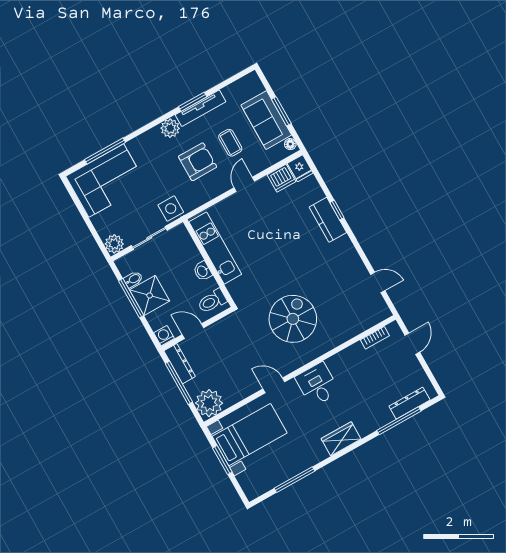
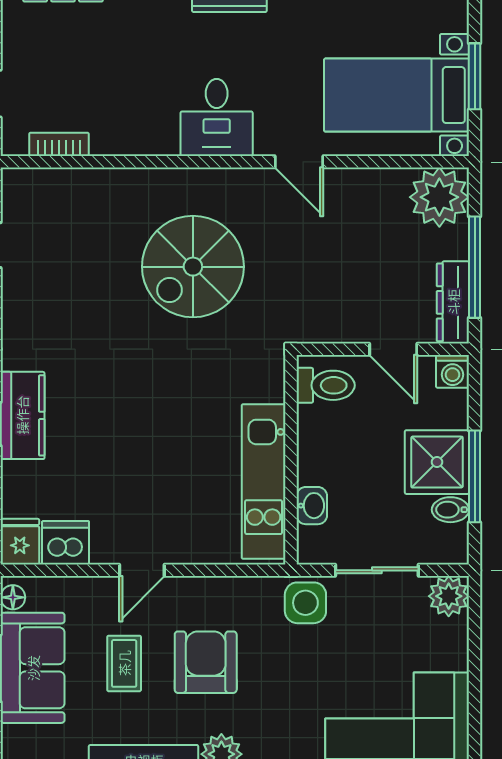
armchair: (198, 162) -> (206, 662), turned 90
washbasin: (203, 271) -> (312, 506), moved

